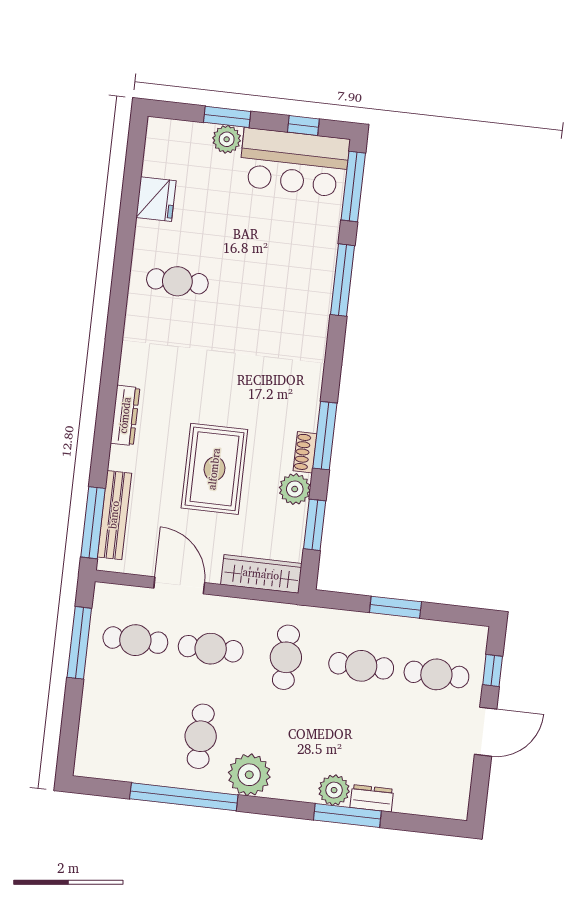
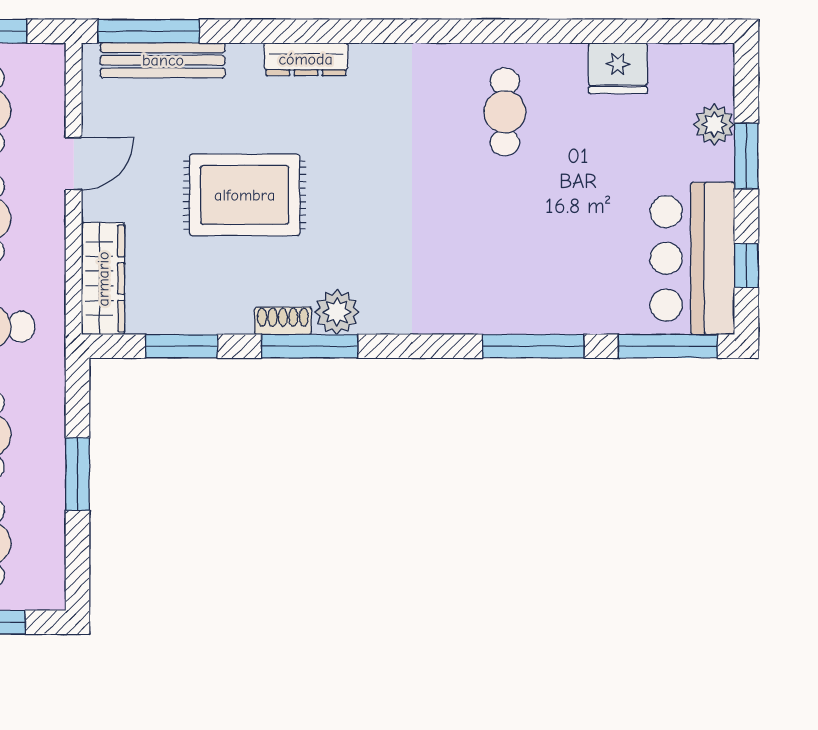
plant: (227, 139) -> (714, 125), moved
plant: (295, 489) -> (337, 312), moved
door: (179, 585) -> (74, 164), width x0.73

